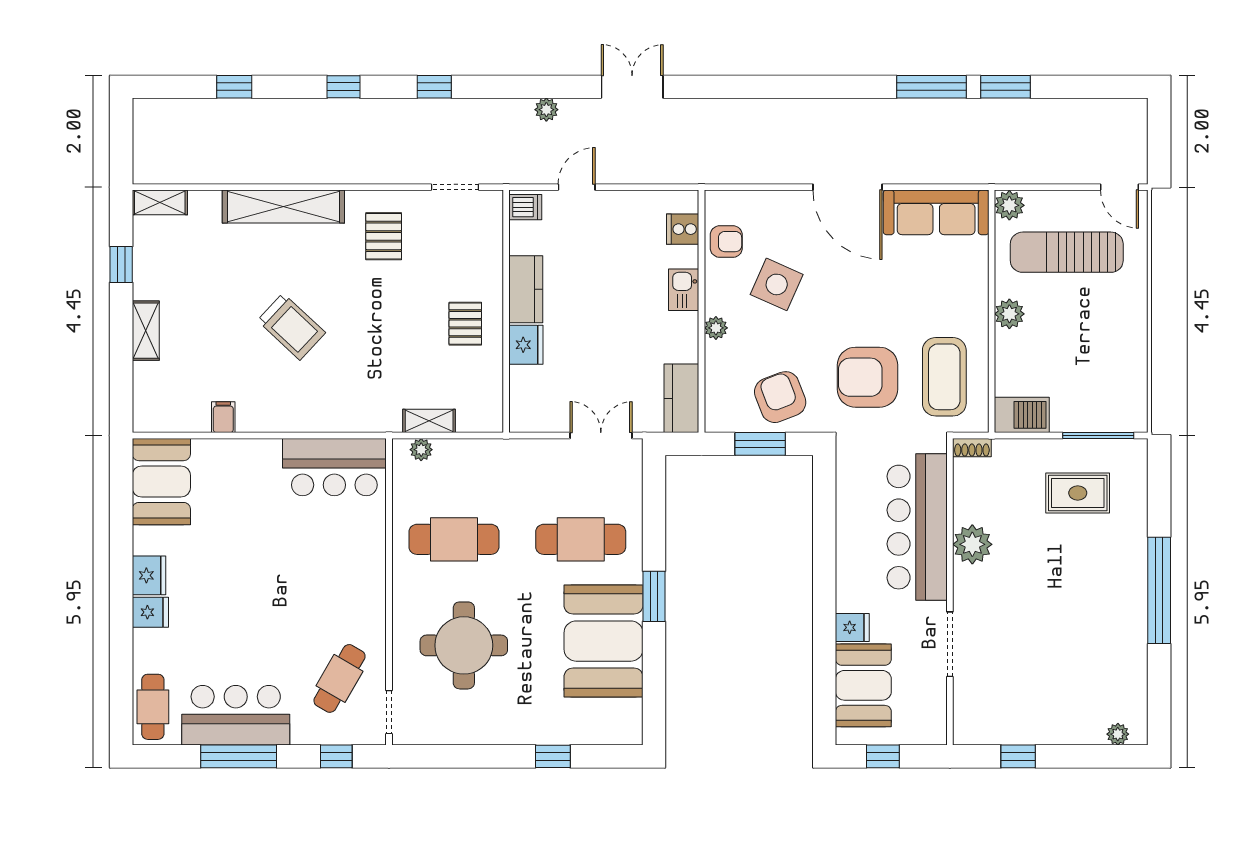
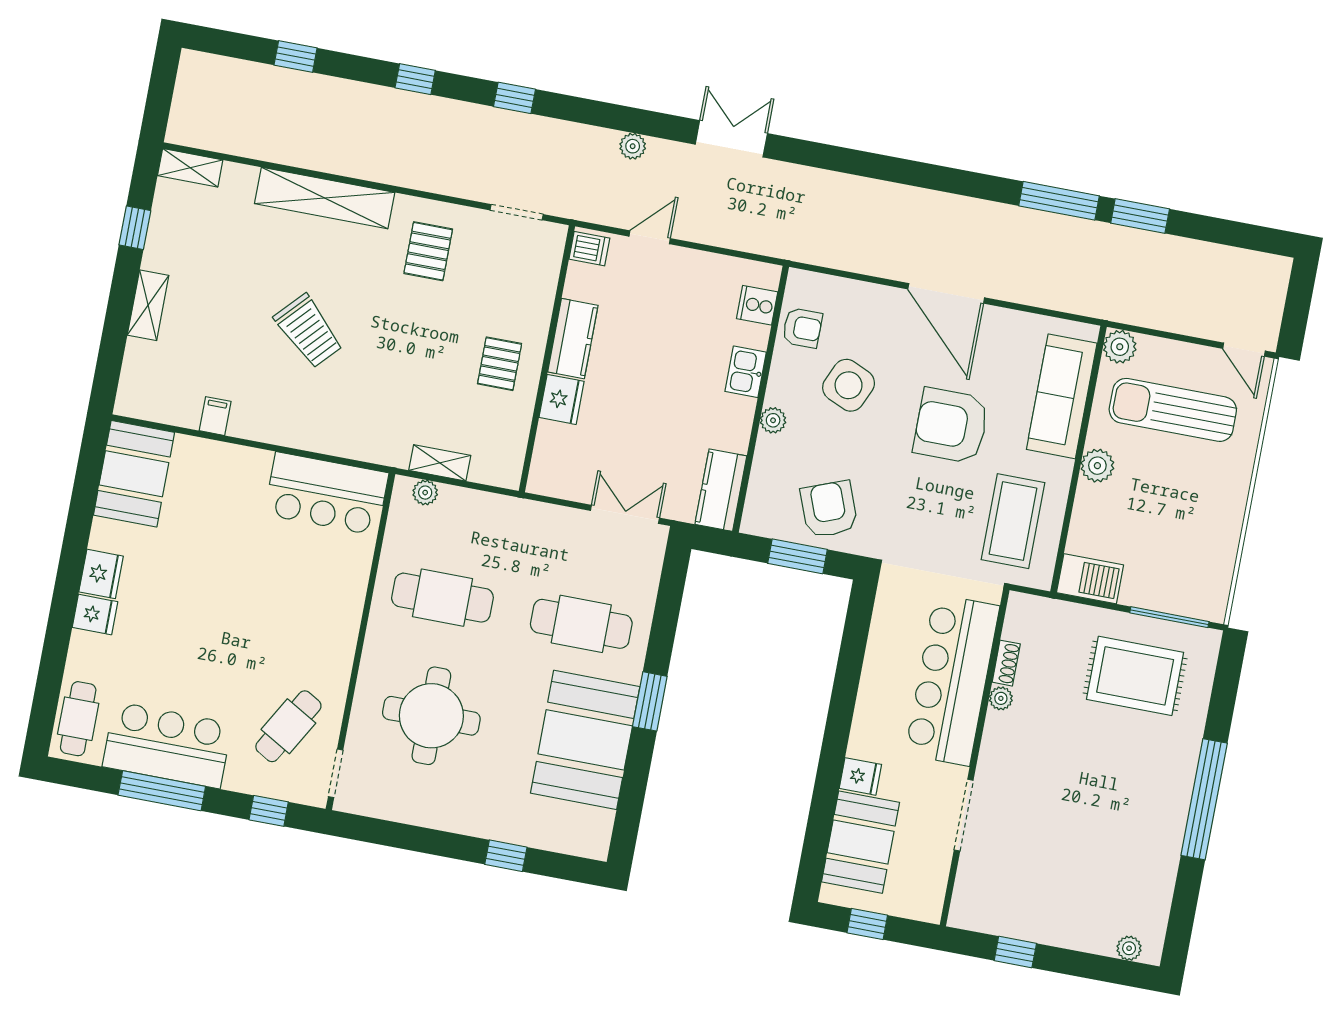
sofa: (936, 212) -> (1062, 396), moved, turned 90
armchair: (867, 377) -> (951, 426), moved
shoe rack: (972, 448) -> (1006, 663), moved, turned -90
rug: (1078, 493) -> (1135, 676), width x1.36, depth x1.43
plant: (972, 544) -> (1001, 698), width x0.53, depth x0.53

